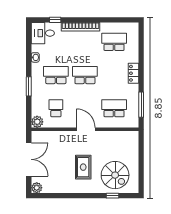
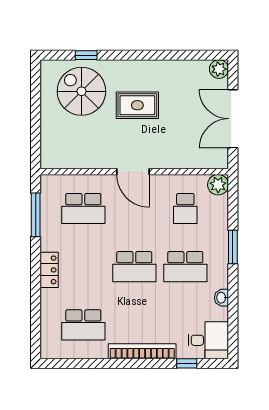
rug: (83, 167) -> (137, 105), turned 90

